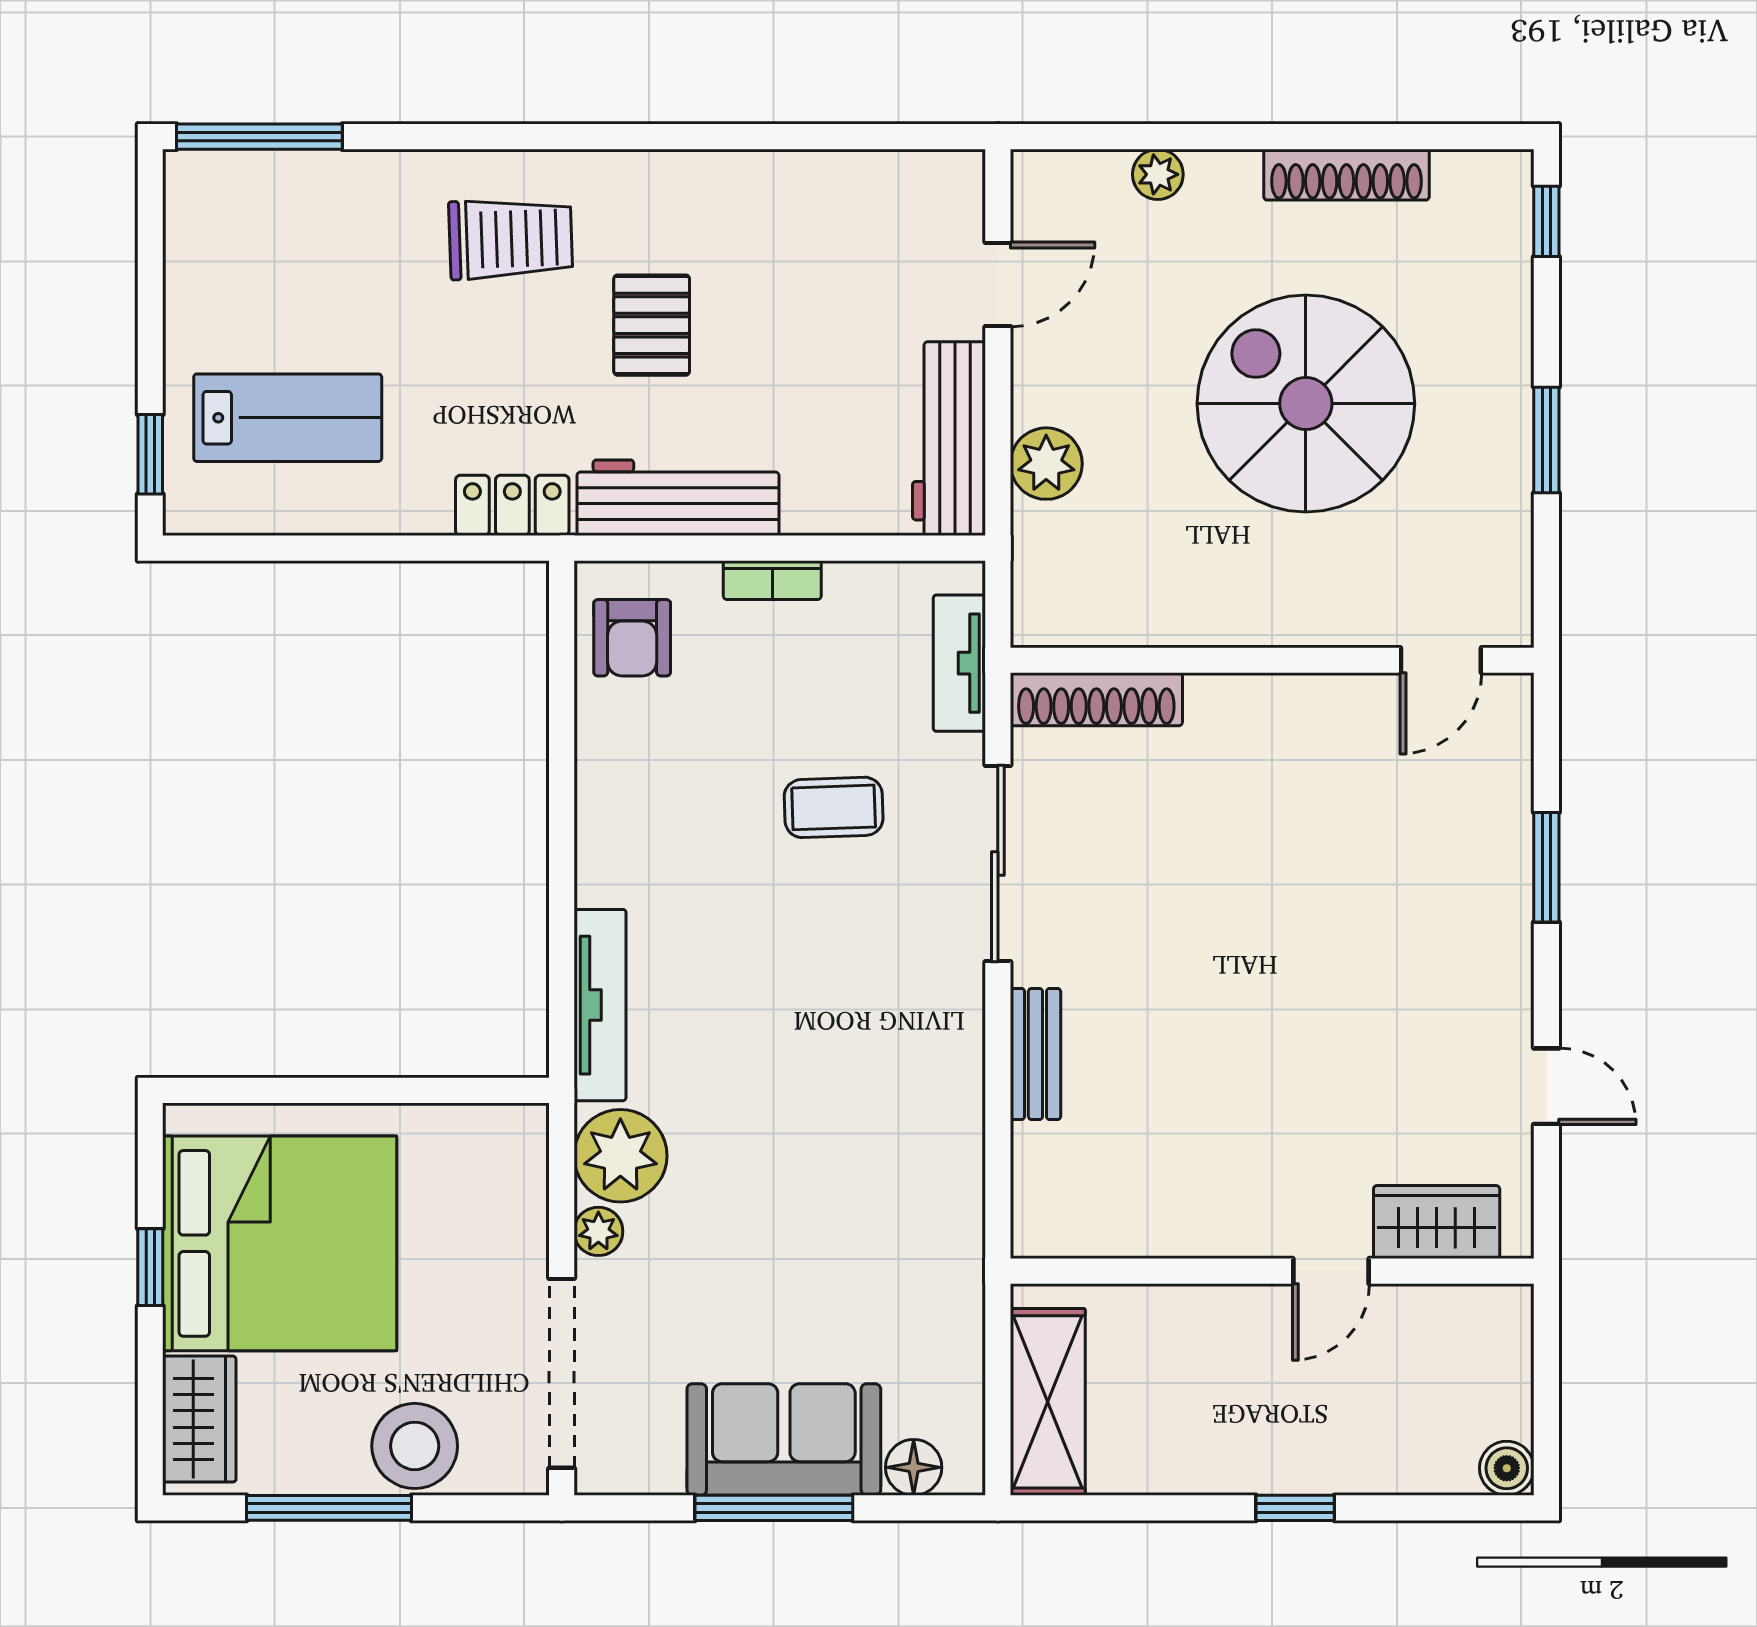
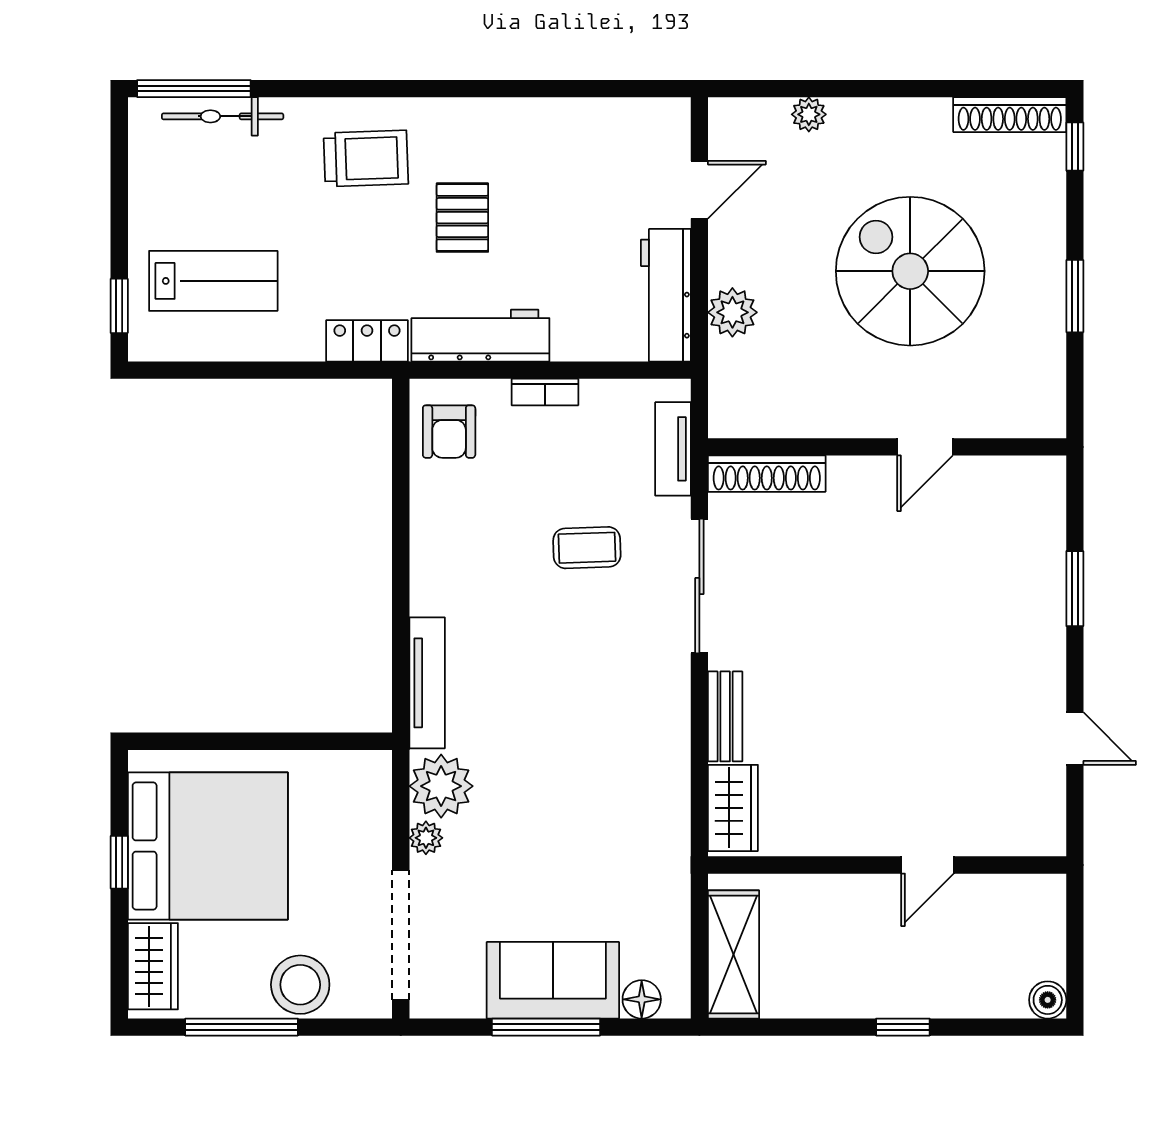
shoe rack: (1346, 175) -> (1010, 115), moved
bicycle: (301, 177) -> (223, 116), added
door: (1441, 660) -> (925, 447), moved
wardrobe: (1437, 1222) -> (733, 808), moved, turned 90

